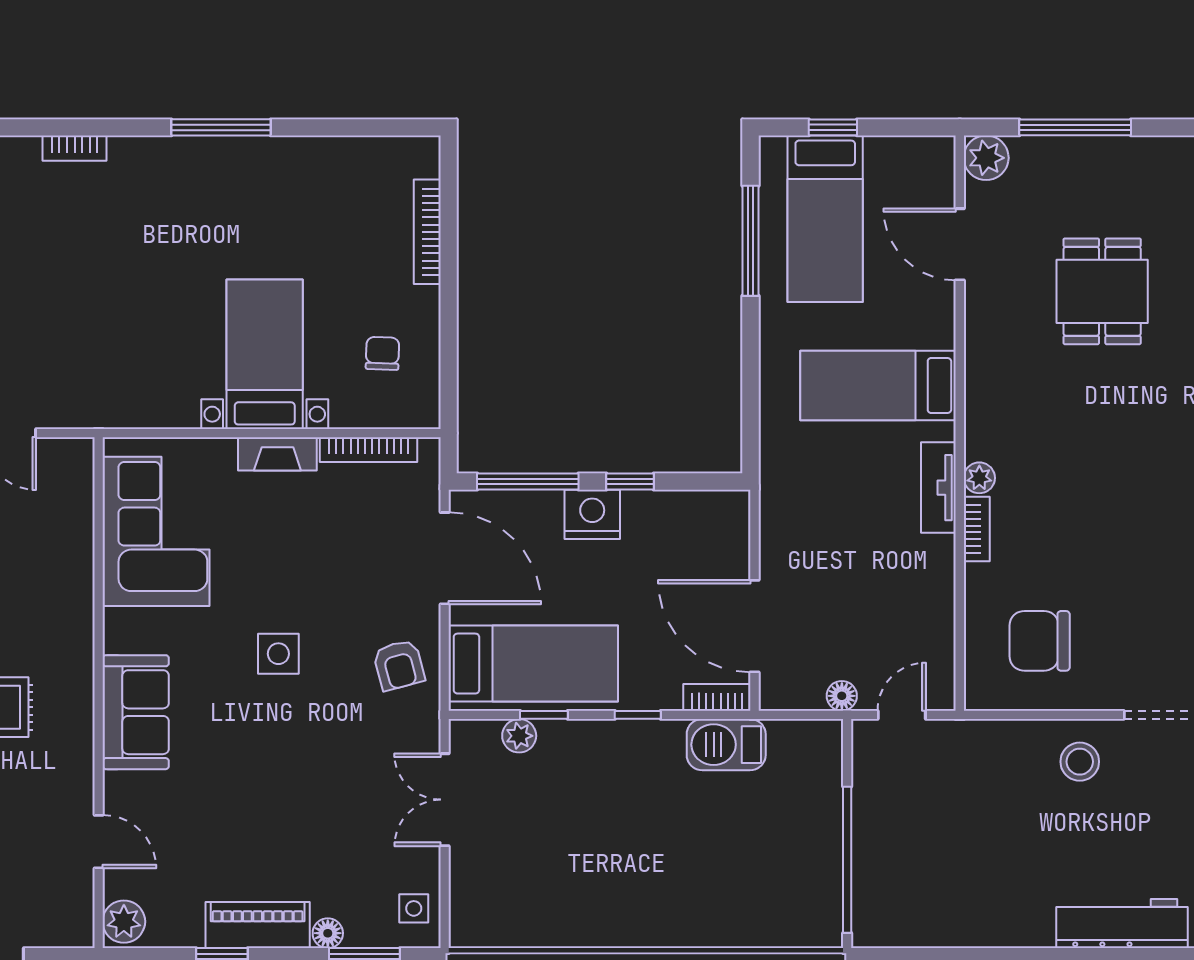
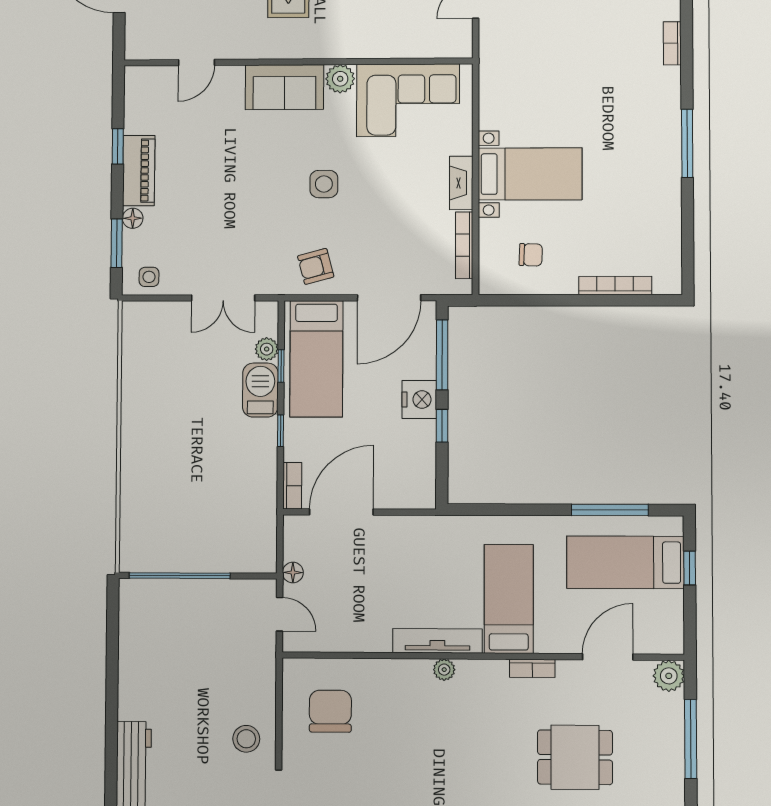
tv unit: (938, 488) -> (437, 641), width x1.41
bookcase: (977, 529) -> (532, 668), moved
barbecue: (726, 745) -> (260, 390), moved
double door: (445, 800) -> (223, 298), swing flipped
plant: (124, 922) -> (340, 79), moved

